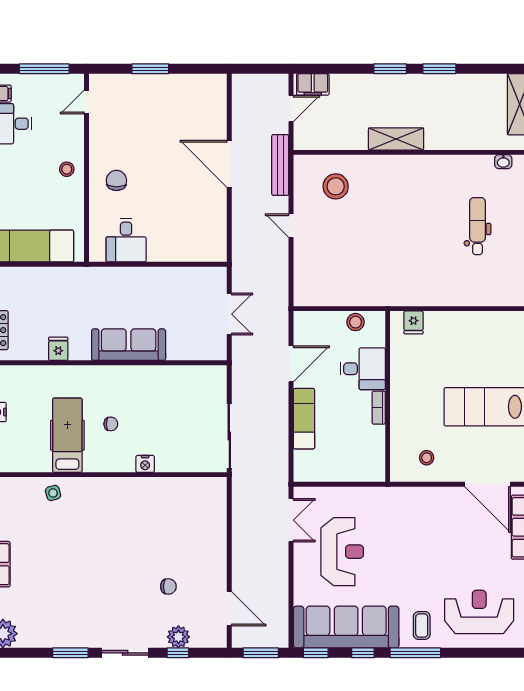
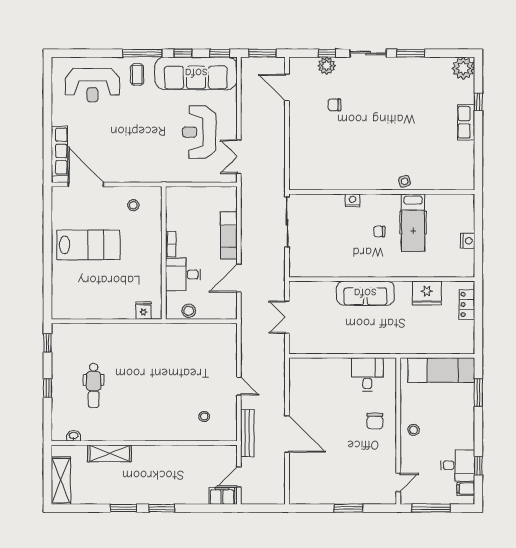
shelving: (396, 139) -> (110, 453), moved
stool: (336, 186) -> (204, 416), width x0.53, depth x0.53
fridge: (58, 349) -> (427, 293), width x1.88, depth x1.34
side table: (53, 493) -> (405, 181), moved

